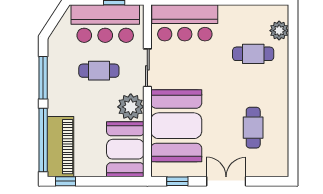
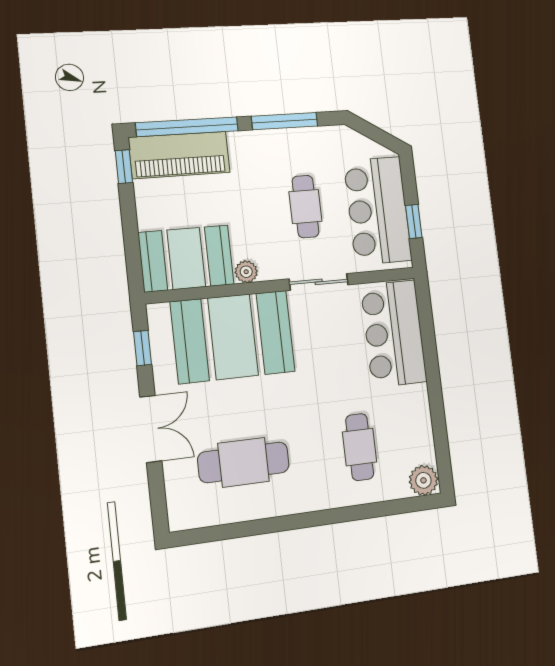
plant: (279, 31) -> (423, 480), moved
plant: (131, 107) -> (246, 272), width x0.53, depth x0.53
cafe table: (253, 128) -> (244, 462), width x1.37, depth x1.35

